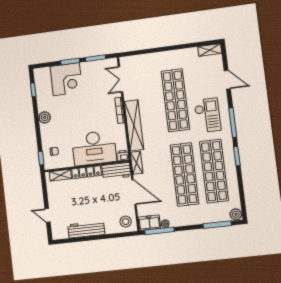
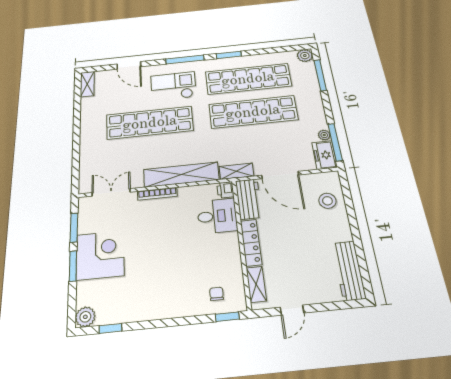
corner desk: (66, 79) -> (100, 255), moved
double door: (120, 79) -> (111, 192), swing flipped
door: (227, 80) -> (129, 65), swing flipped
plant: (45, 117) -> (85, 317), moved
desk: (94, 148) -> (217, 216), width x0.53, depth x0.77
door: (134, 192) -> (280, 175), swing flipped
door: (48, 215) -> (292, 310), moved
stool: (126, 222) -> (327, 201), moved
workbench: (86, 230) -> (349, 270), moved

